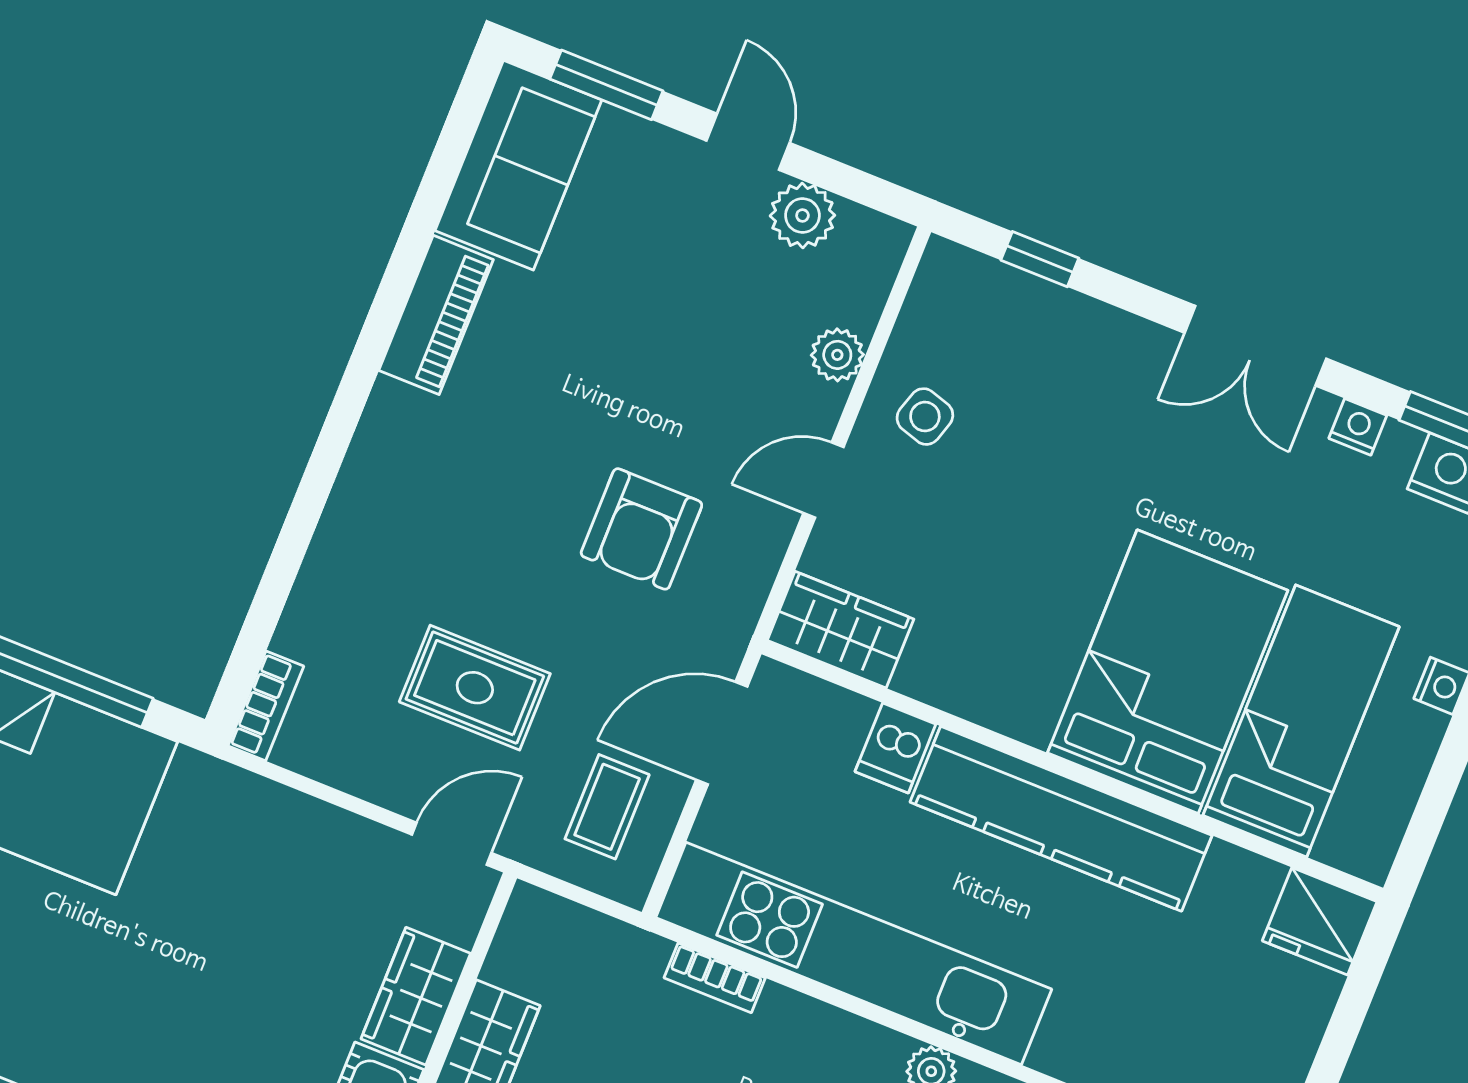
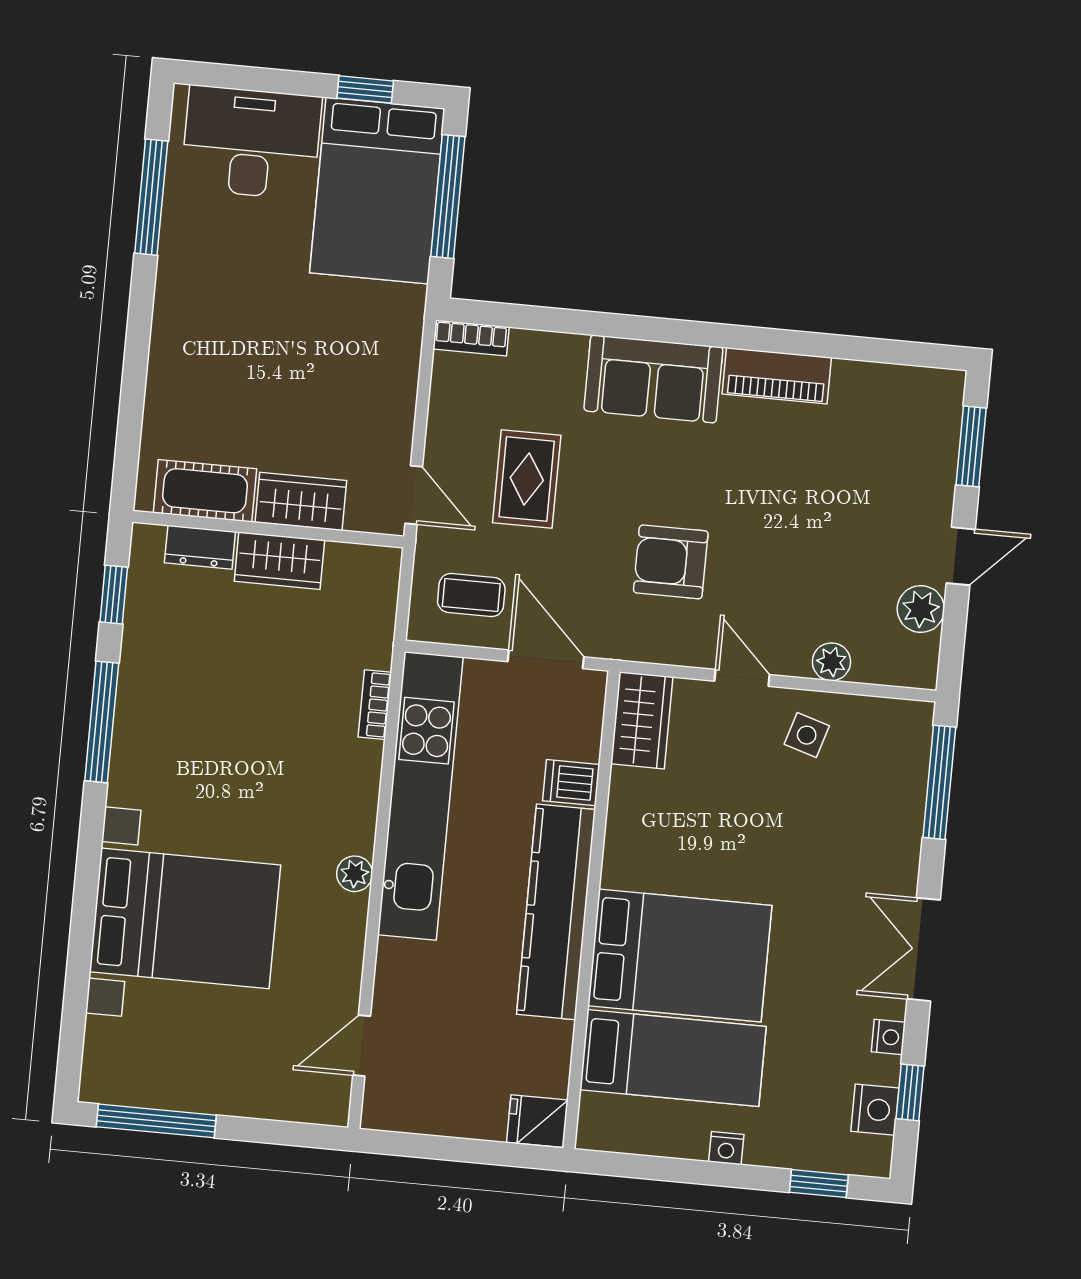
sofa: (518, 165) -> (653, 379), moved
window: (1040, 259) -> (939, 782), width x2.17
fridge: (1320, 921) -> (537, 1121), width x0.72

